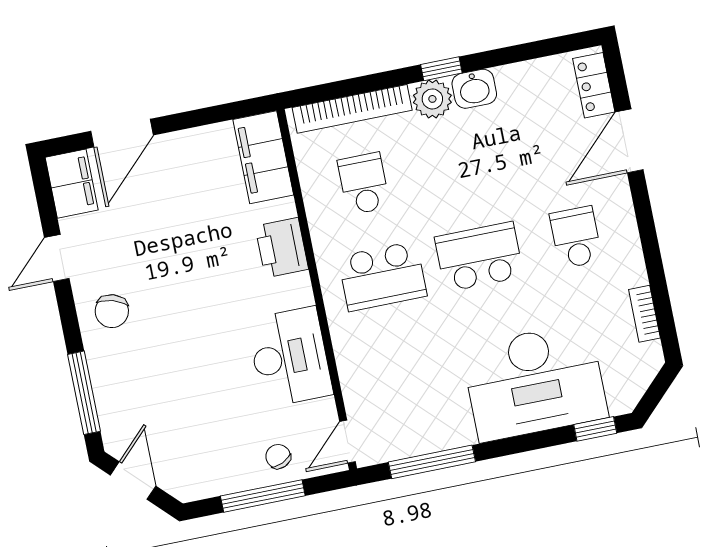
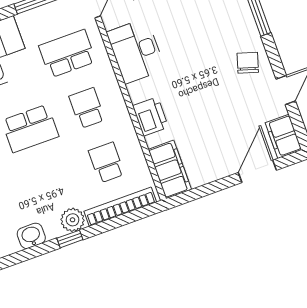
washbasin: (474, 89) -> (31, 236), moved
school desk: (364, 184) -> (107, 162), turned 180
school desk: (382, 276) -> (87, 108), width x0.54
school desk: (401, 369) -> (67, 54), added

